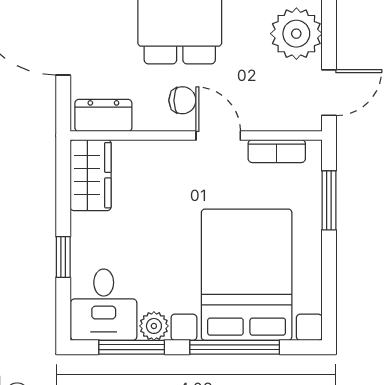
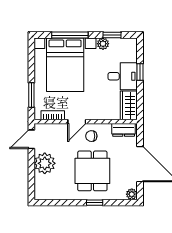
door: (218, 136) -> (77, 122), hinge flipped
desk: (104, 305) -> (123, 76), moved, turned 90
window: (132, 347) -> (112, 35), width x0.67

